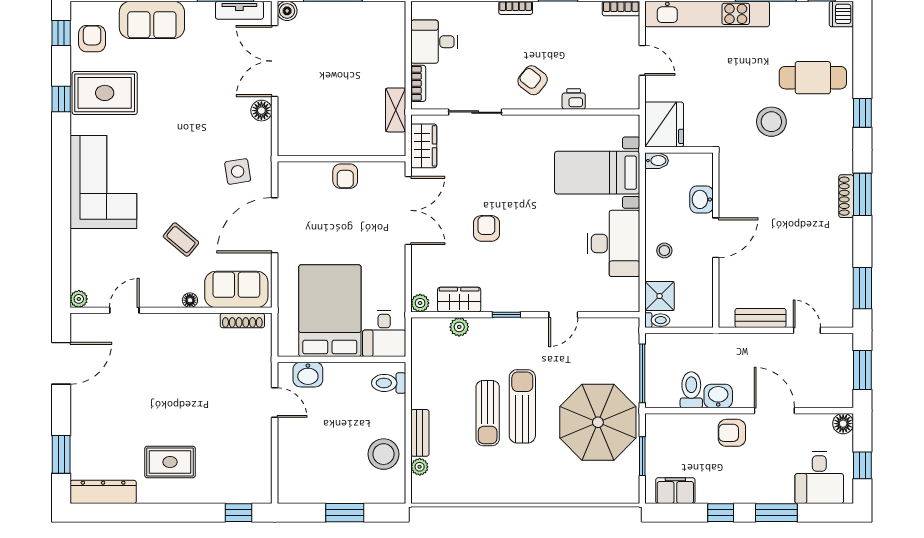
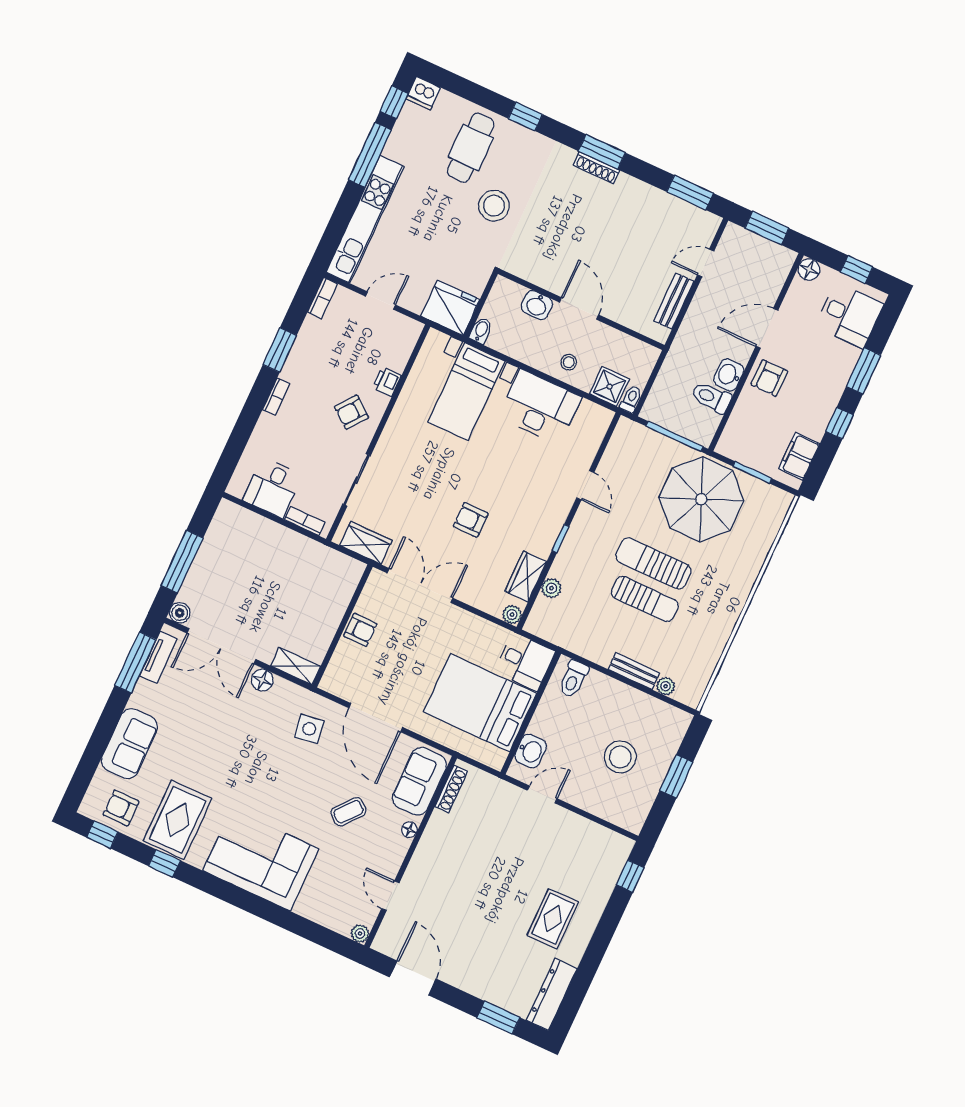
shelving: (396, 110) -> (295, 666), moved
stool: (384, 454) -> (620, 757), moved

